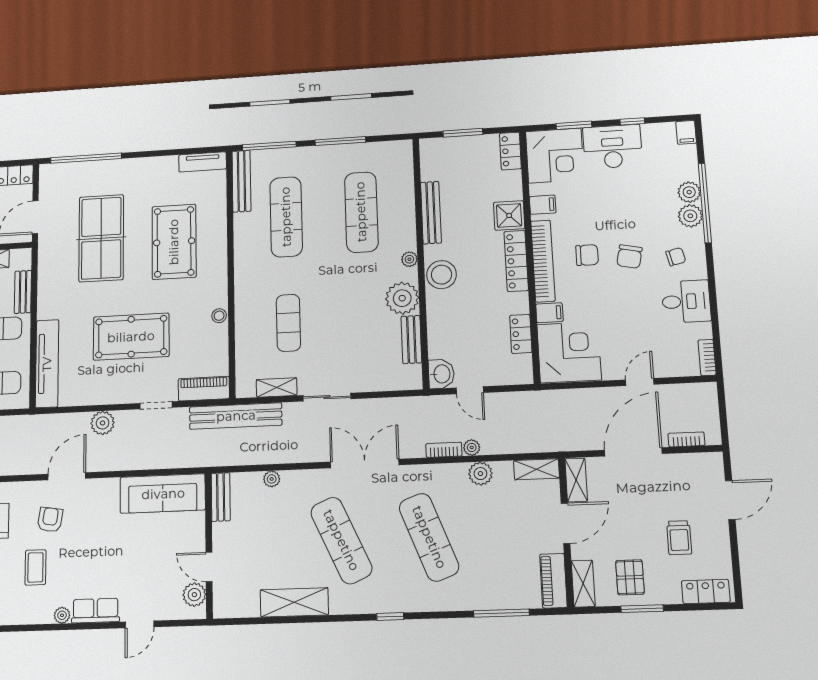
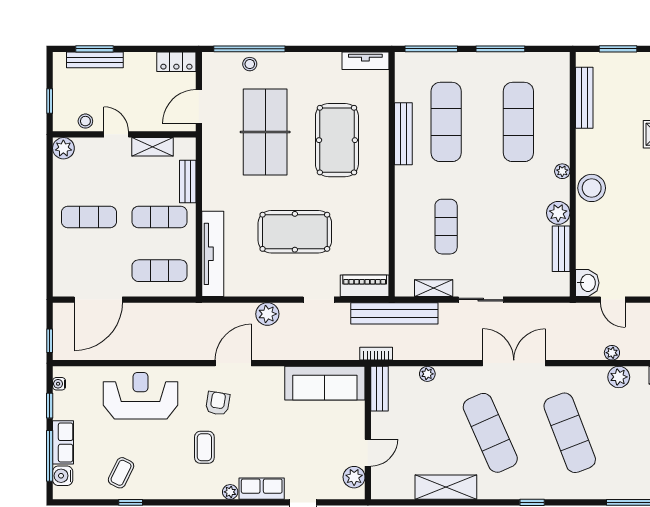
bench: (241, 181) -> (403, 134), moved
bench: (431, 213) -> (584, 98), moved
plant: (402, 298) -> (558, 213), width x0.73, depth x0.73
stool: (219, 316) -> (250, 64), moved
bookcase: (444, 450) -> (376, 354), moved
door: (209, 567) -> (368, 453), swing flipped

